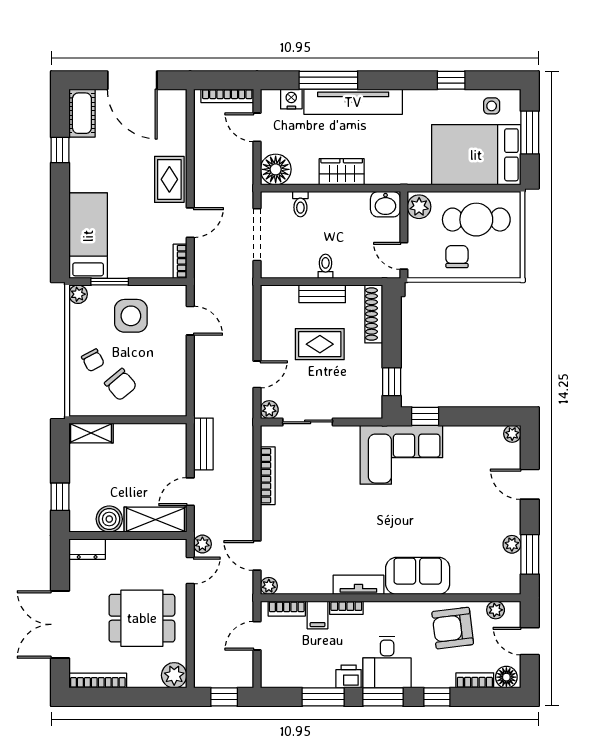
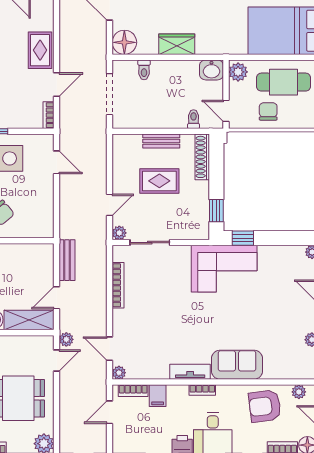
toilet: (325, 266) -> (194, 119), moved
bookcase: (346, 608) -> (202, 390), moved

